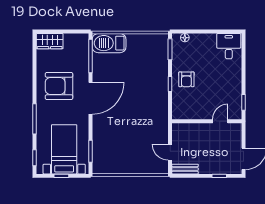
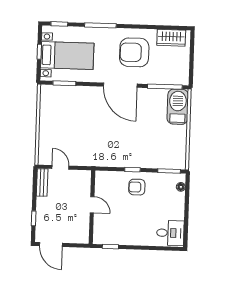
wardrobe: (50, 41) -> (171, 38), moved, turned -90
armchair: (59, 86) -> (134, 52), turned -90
door: (220, 121) -> (92, 205), moved
door: (170, 152) -> (60, 167), hinge flipped

